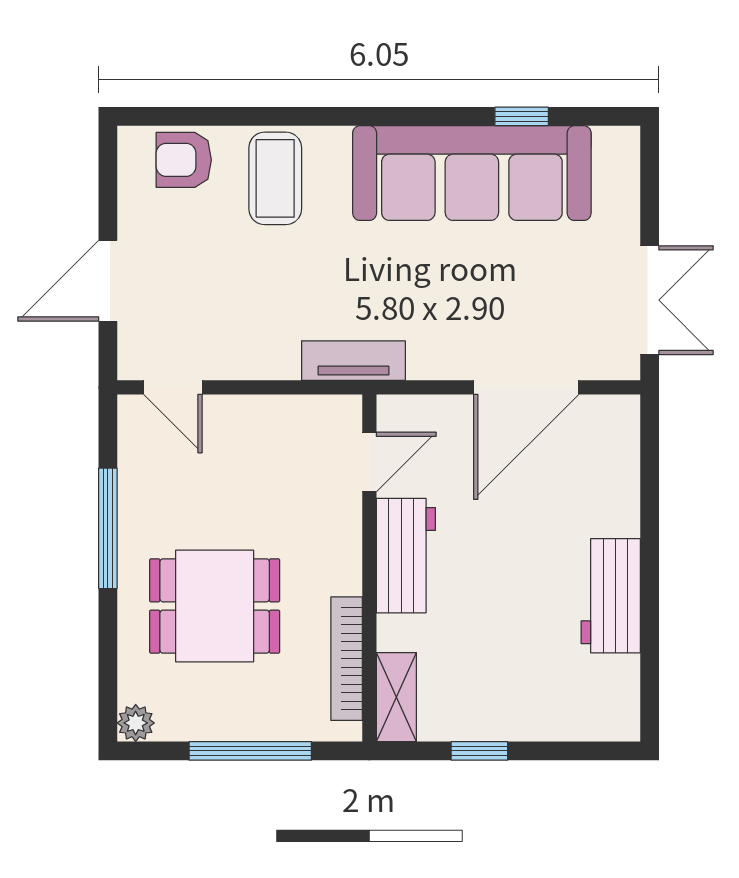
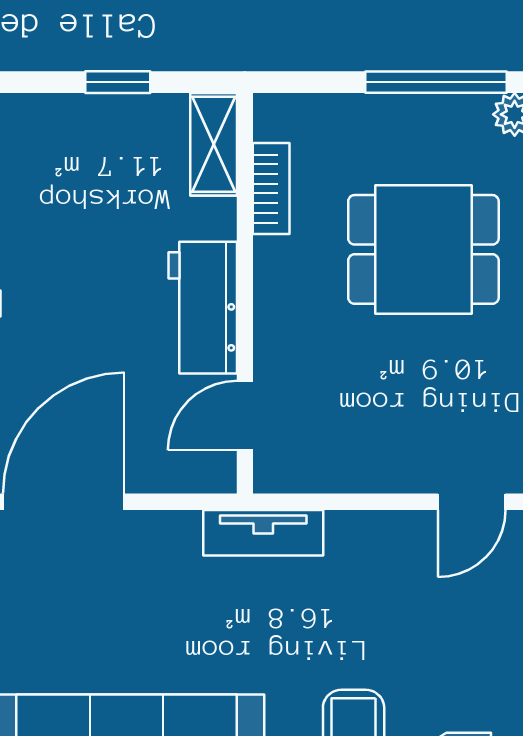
door: (173, 387) -> (472, 502), swing flipped
bookcase: (347, 659) -> (271, 189), width x0.64
window: (250, 751) -> (436, 82), moved

